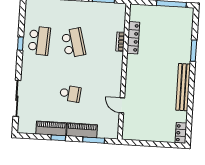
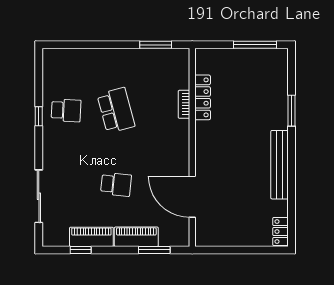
school desk: (39, 41) -> (66, 110), width x0.54
door: (122, 105) -> (192, 197), width x1.87
window: (58, 138) -> (81, 250), moved

